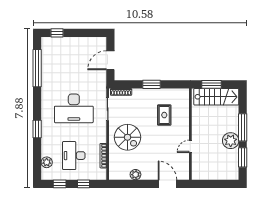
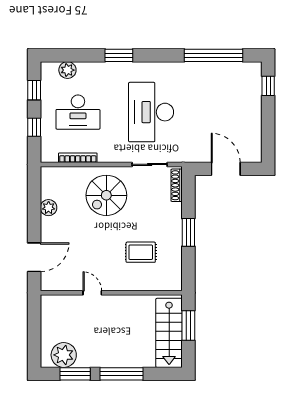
plant: (231, 141) -> (64, 355), moved
desk: (74, 156) -> (78, 112), turned 180

